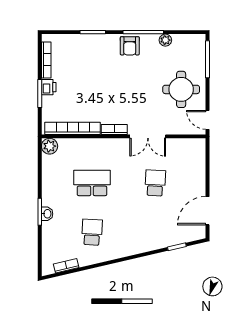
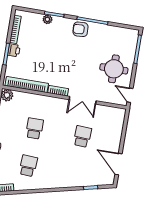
plant: (165, 40) -> (47, 19), moved
armchair: (130, 46) -> (80, 29), turned 87
school desk: (92, 183) -> (34, 128), width x0.54
door: (207, 211) -> (118, 164), hinge flipped

